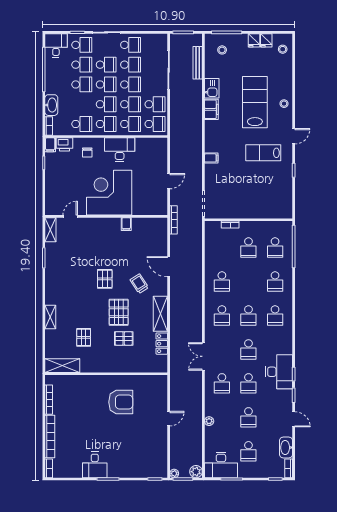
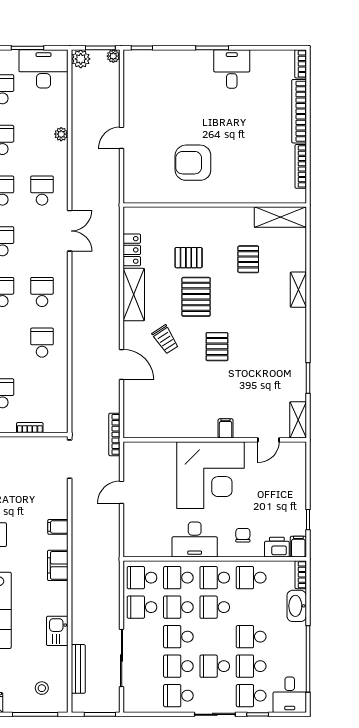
school desk: (106, 84) -> (215, 637), removed
filing cabinet: (211, 109) -> (58, 565), moved
filing cabinet: (126, 224) -> (226, 428), moved

